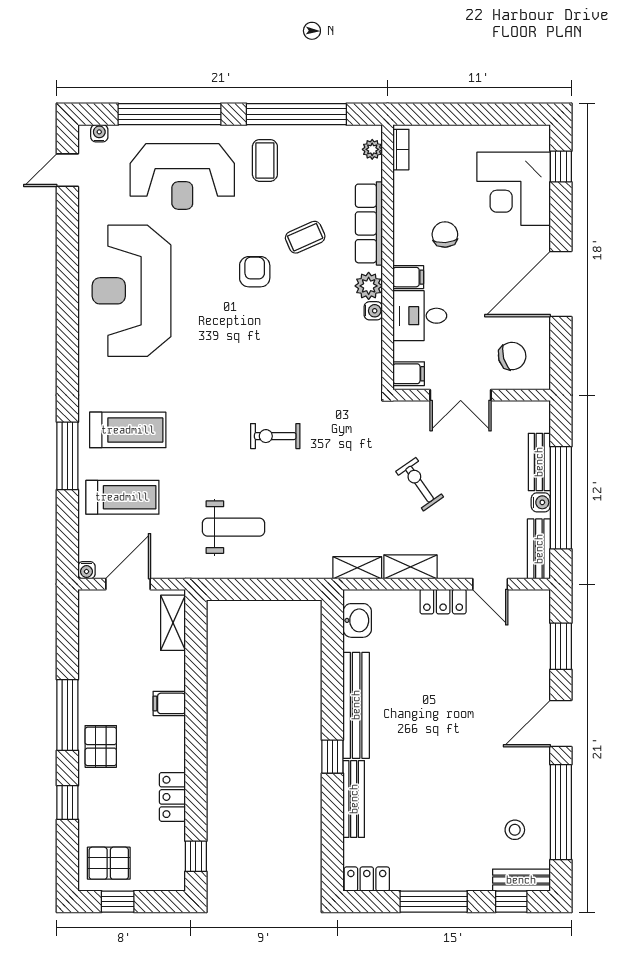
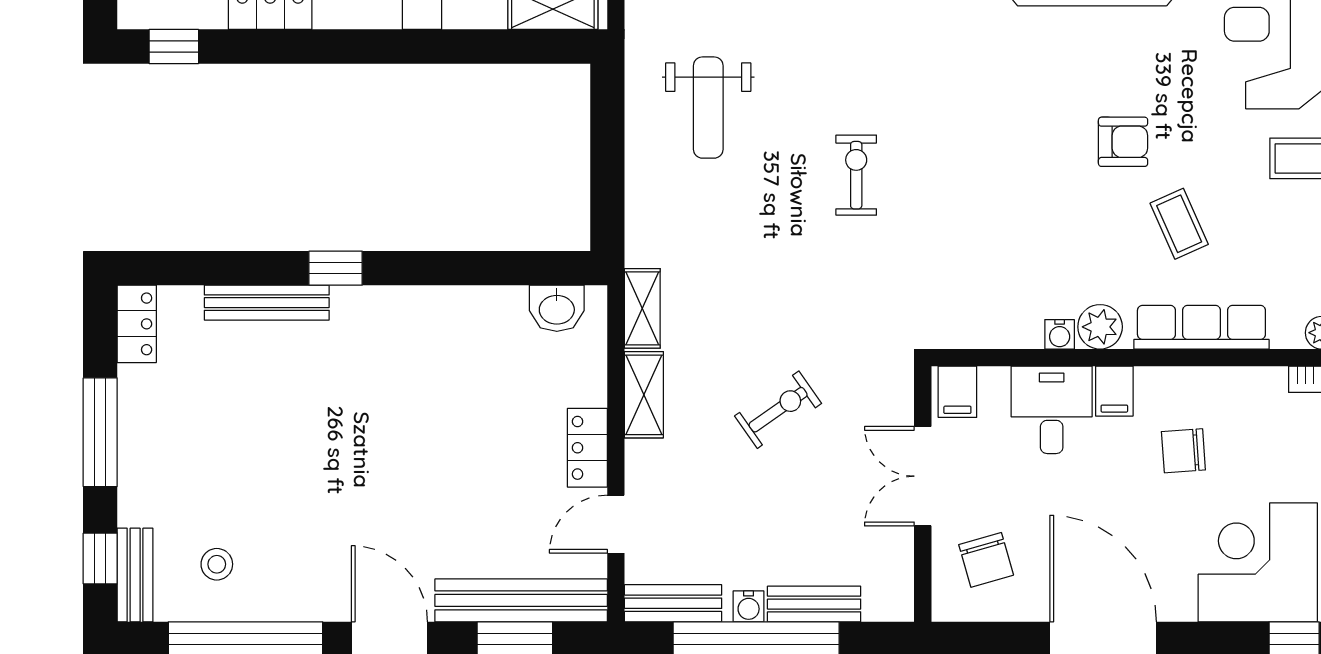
chair: (445, 235) -> (1183, 451), turned 180
bench: (356, 705) -> (521, 600), moved

